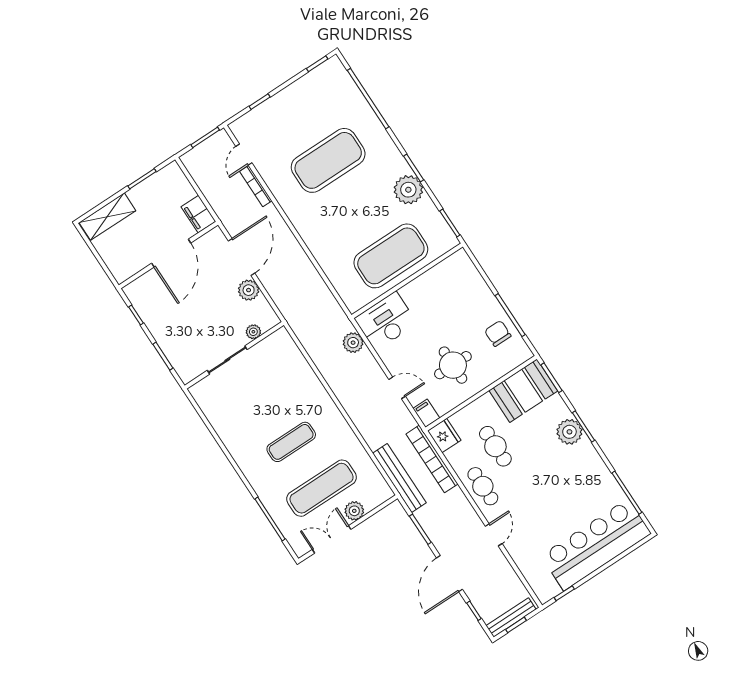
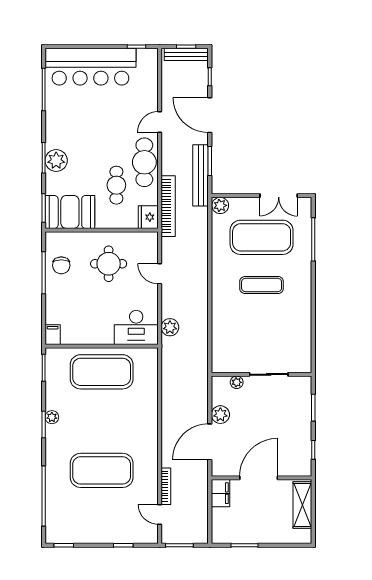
door: (244, 155) -> (160, 515), swing flipped
plant: (408, 190) -> (52, 417), width x0.53, depth x0.53
shelving: (107, 217) -> (302, 505), moved, turned 90
filing cabinet: (426, 413) -> (53, 335), moved, turned 180
bench: (399, 478) -> (201, 175), moved
cafe table: (483, 486) -> (144, 162), width x1.37, depth x1.35
exercise mat: (322, 488) -> (262, 237), width x1.47
plant: (354, 511) -> (220, 205), moved
door: (449, 574) -> (210, 115), swing flipped

